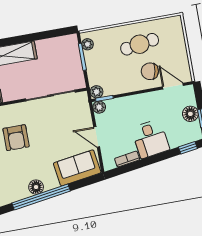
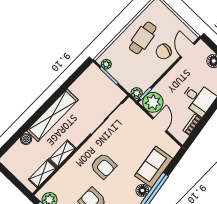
door: (173, 86) -> (187, 50), hinge flipped
plant: (99, 107) -> (153, 102), width x1.88, depth x1.88
door: (97, 137) -> (160, 125), swing flipped
sofa: (77, 168) -> (154, 167), moved

